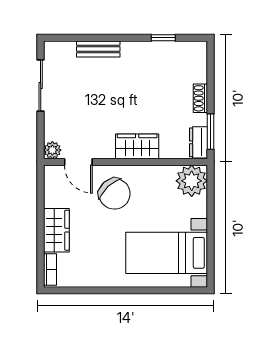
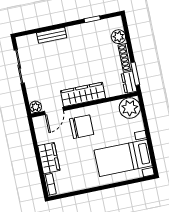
plant: (197, 72) -> (118, 37), added
shoe rack: (200, 98) -> (125, 57), width x1.43
wardrobe: (137, 146) -> (83, 94), width x1.50
door: (78, 162) -> (54, 111), hinge flipped
chair: (114, 194) -> (82, 127), turned -47

